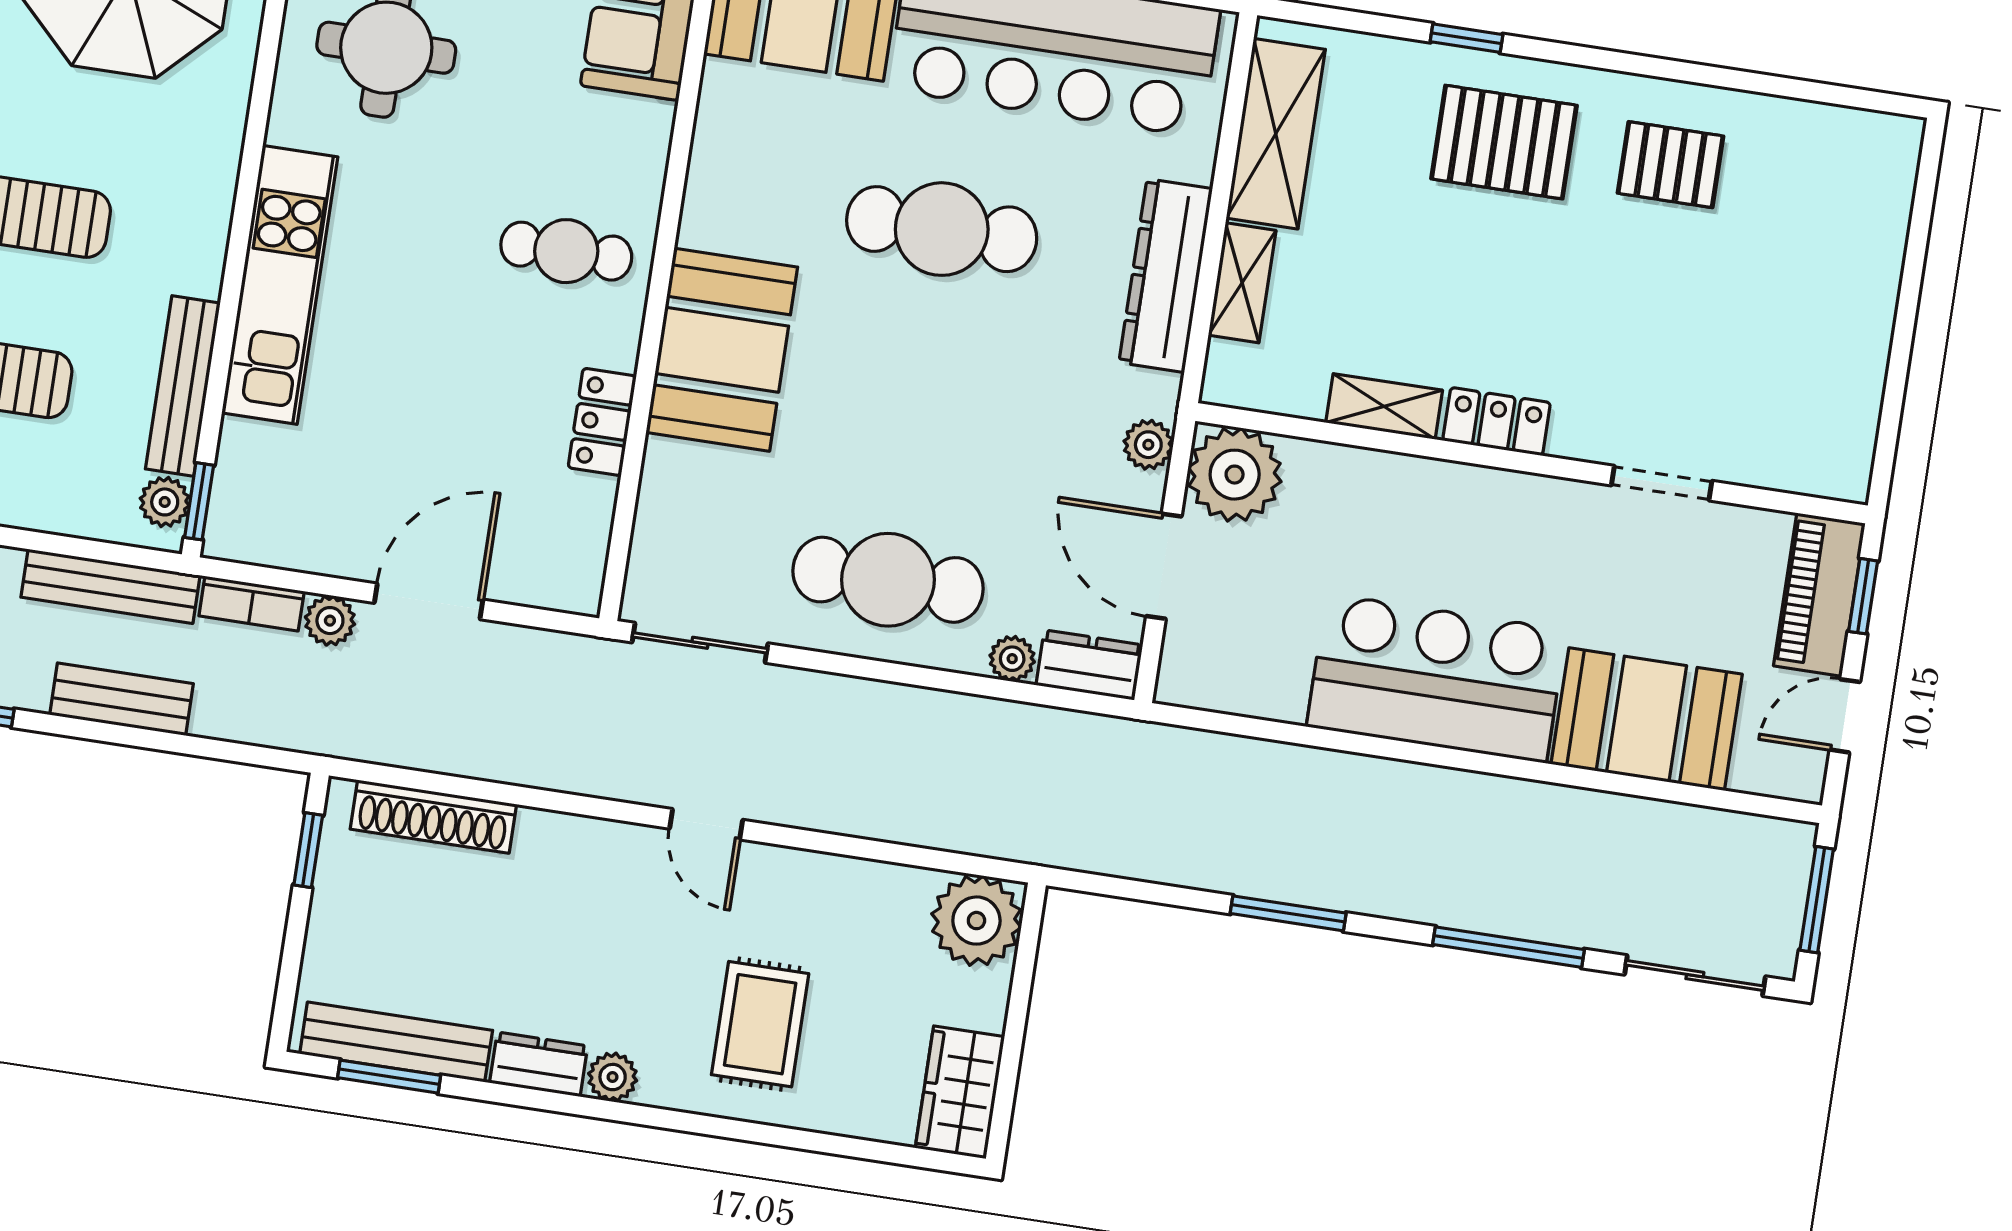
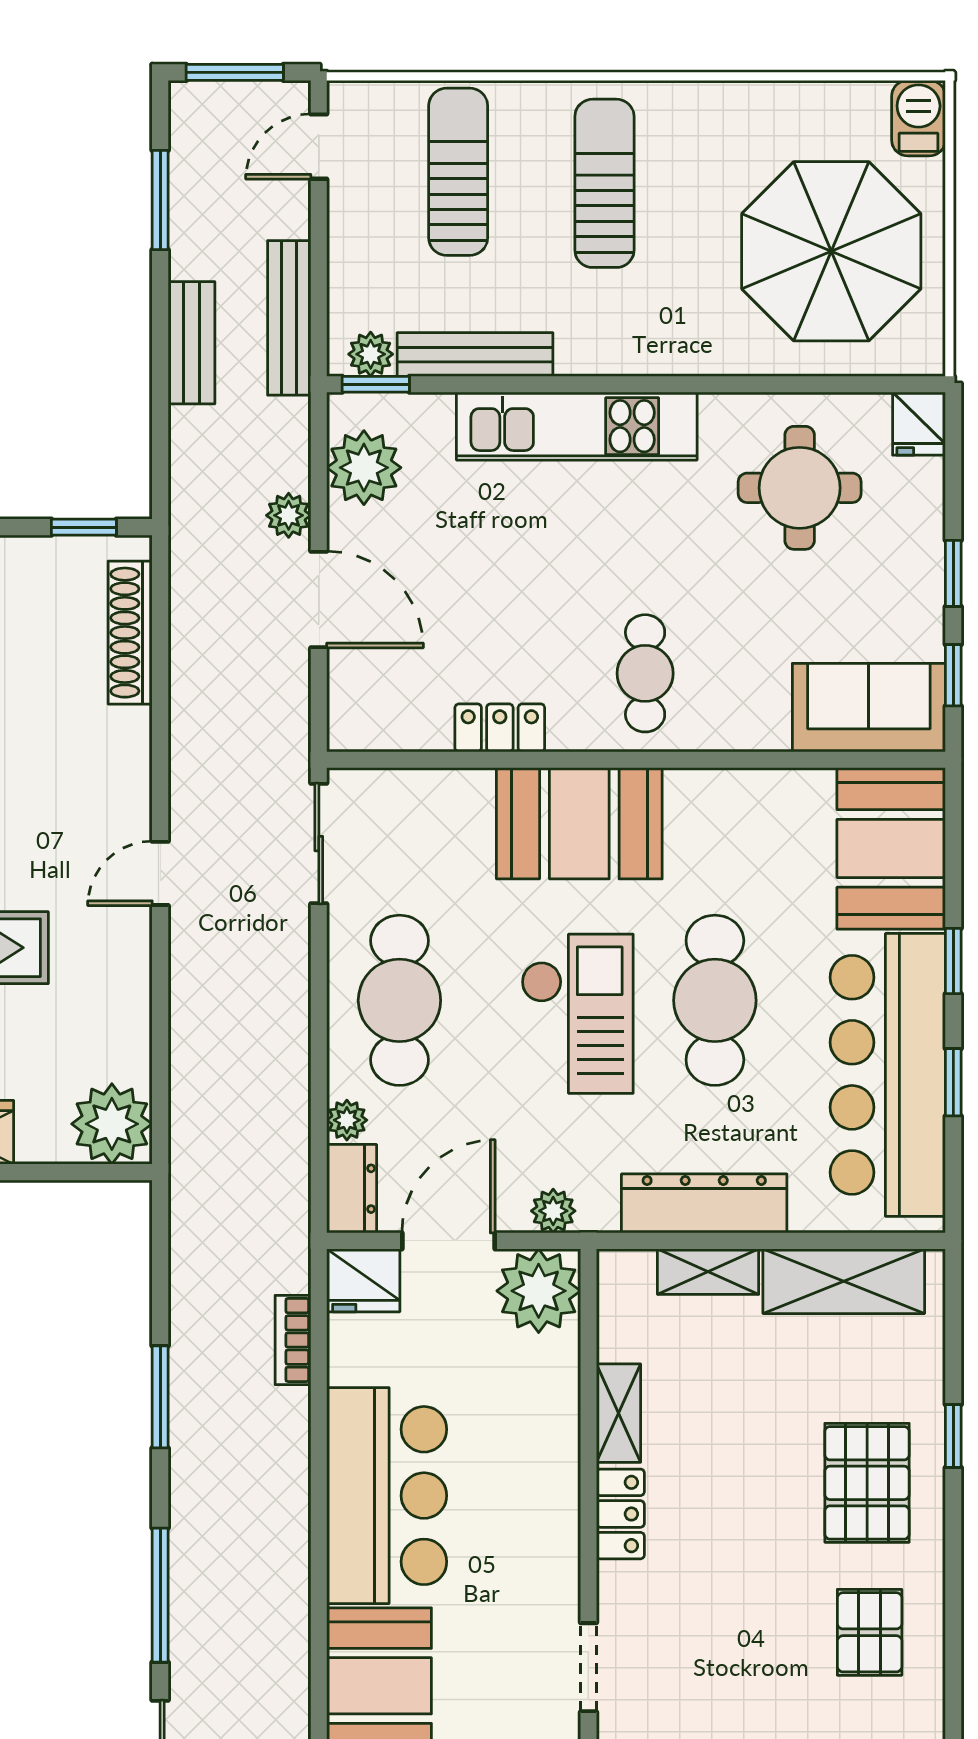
checkout: (933, 384) -> (577, 1014), added
plant: (290, 529) -> (364, 468), added
bookcase: (252, 604) -> (293, 1340), moved
fridge: (1193, 668) -> (363, 1280), added

